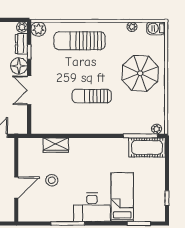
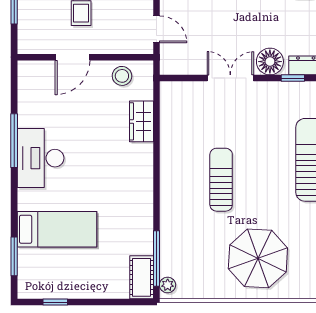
cot: (147, 147) -> (142, 277), width x0.73, depth x0.75
stool: (52, 180) -> (122, 76), moved
door: (16, 188) -> (72, 57), hinge flipped
desk: (92, 207) -> (41, 158), moved

